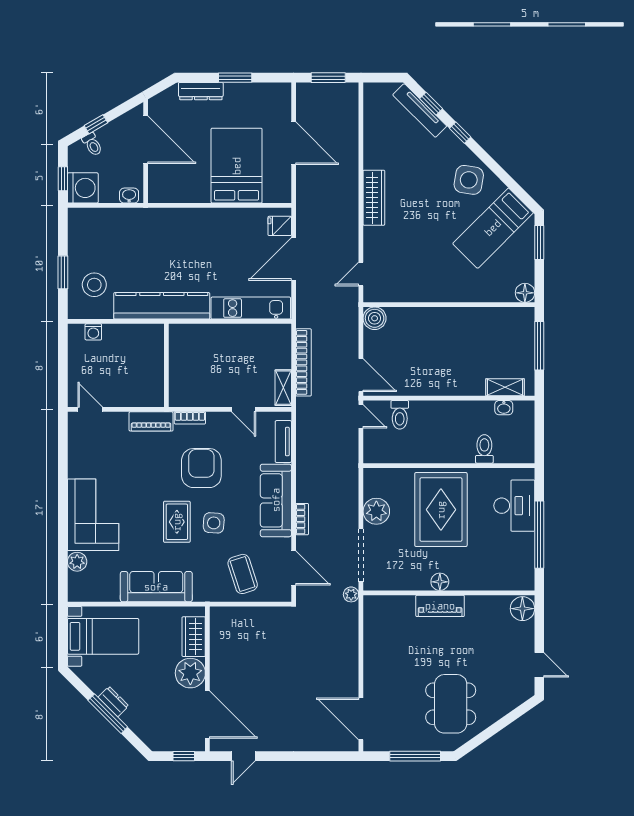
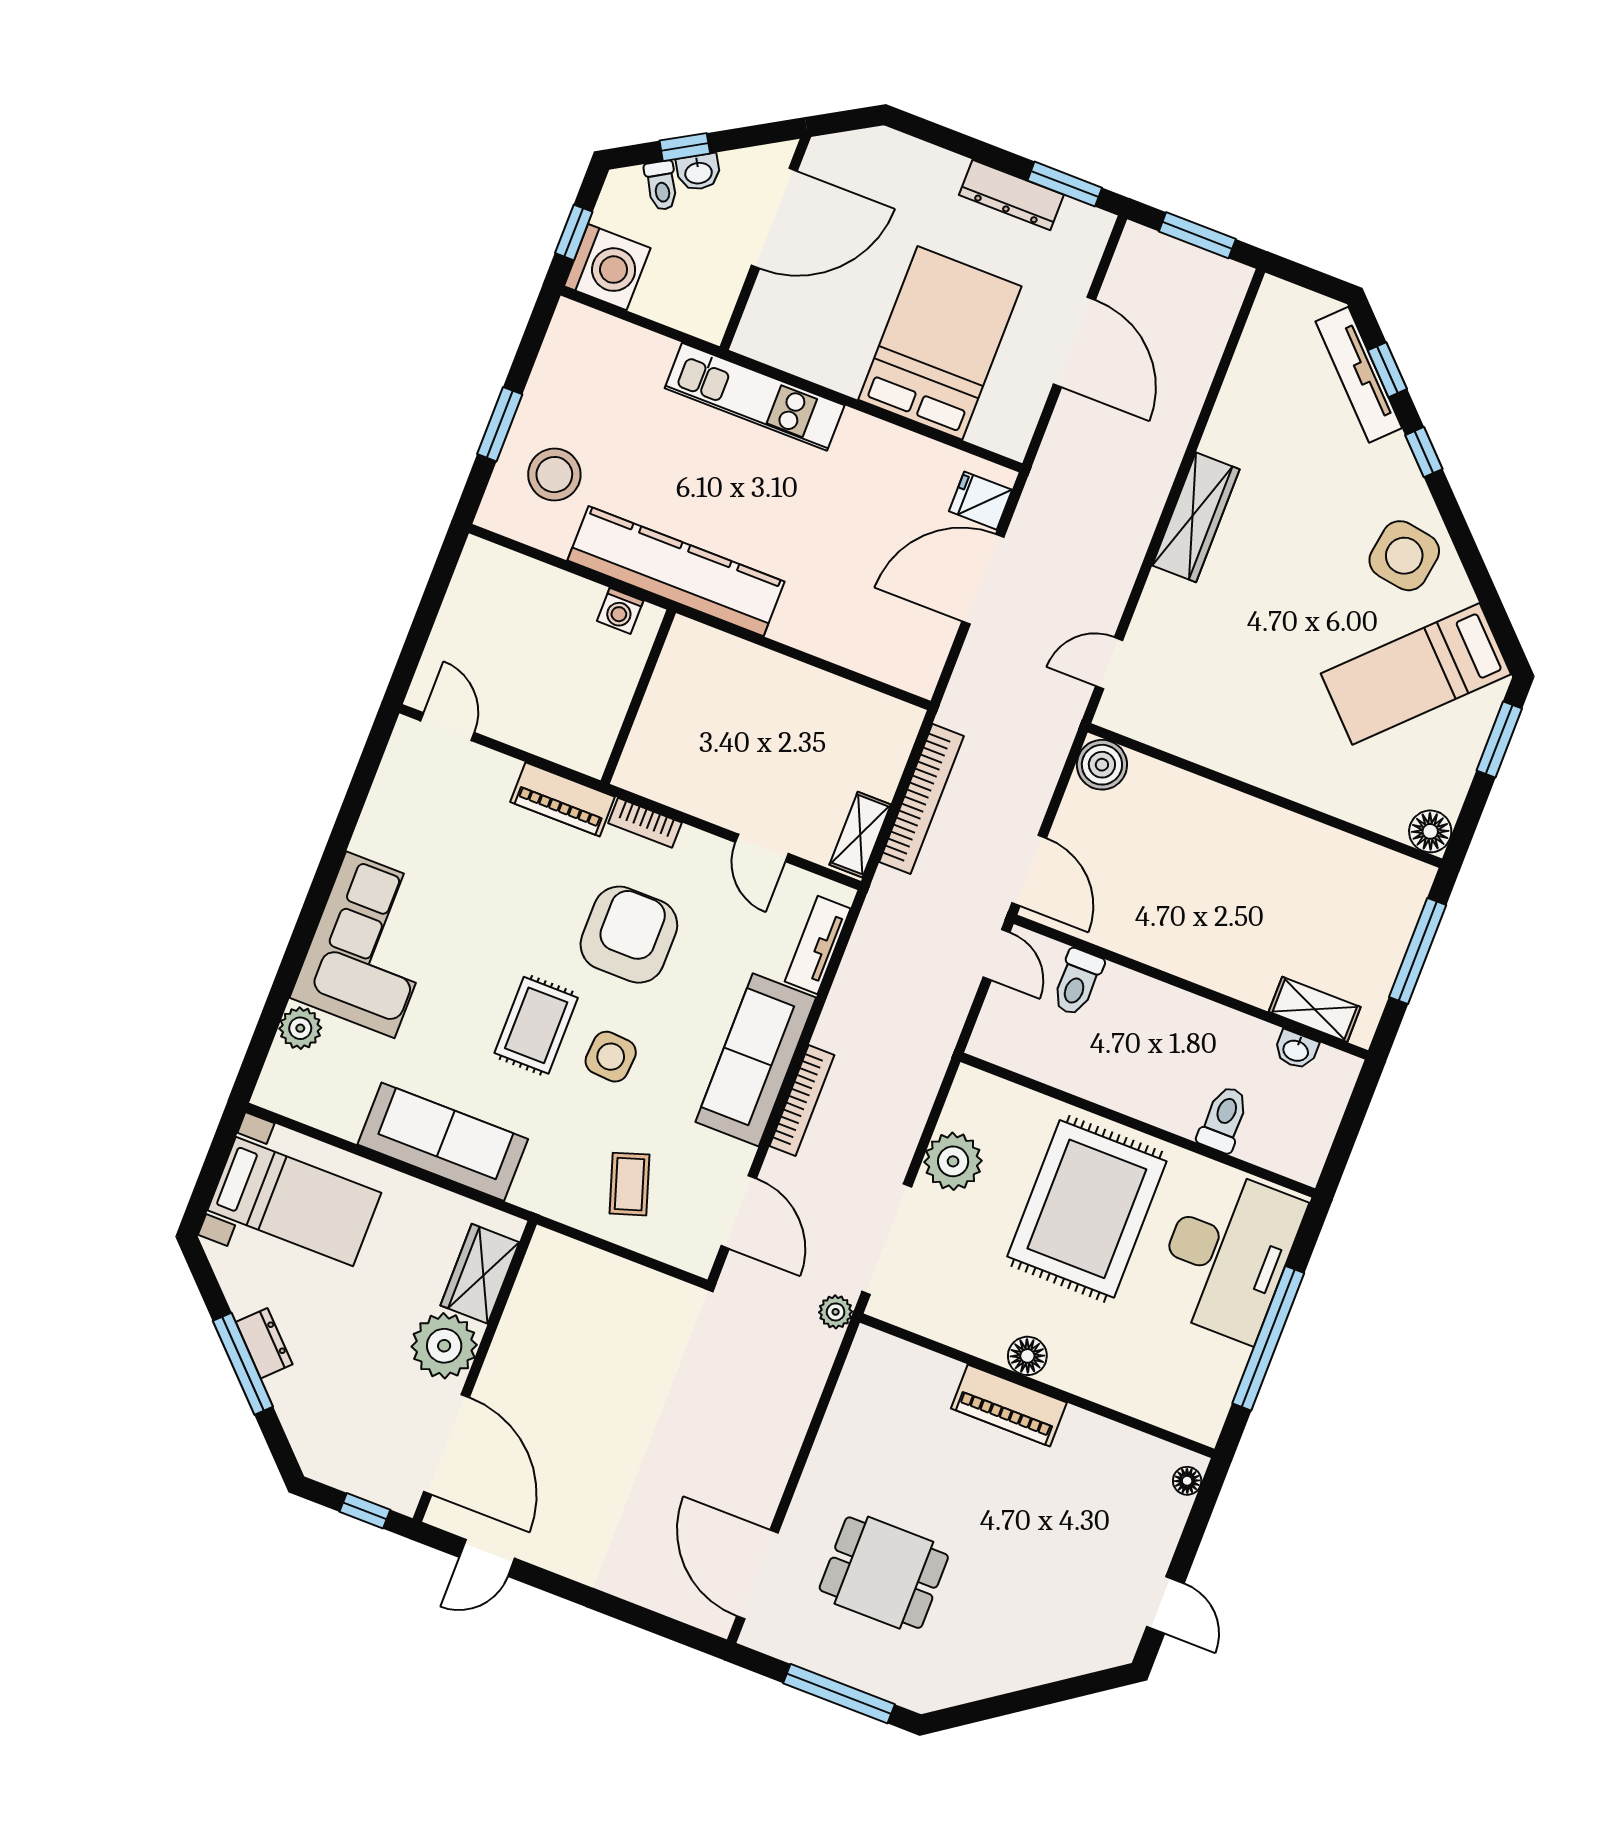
window: (235, 78) -> (1065, 184), moved
dresser: (201, 91) -> (1011, 195), moved
door: (146, 140) -> (774, 218), hinge flipped
washbasin: (129, 196) -> (698, 172), moved, turned 150
kitchen unit: (251, 308) -> (755, 397), moved, turned 180
washing machine: (93, 332) -> (620, 611), moved
desk: (514, 506) -> (1228, 1254), width x1.36, depth x1.30
bookcase: (302, 519) -> (802, 1101), width x1.56
coffee table: (243, 574) -> (630, 1184), width x0.73, depth x0.77
floor lamp: (522, 609) -> (1187, 1481), width x0.53, depth x0.53
dining table: (451, 704) -> (884, 1573), moved, width x0.73

